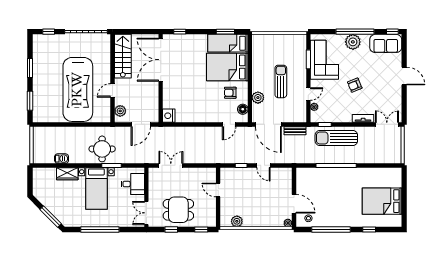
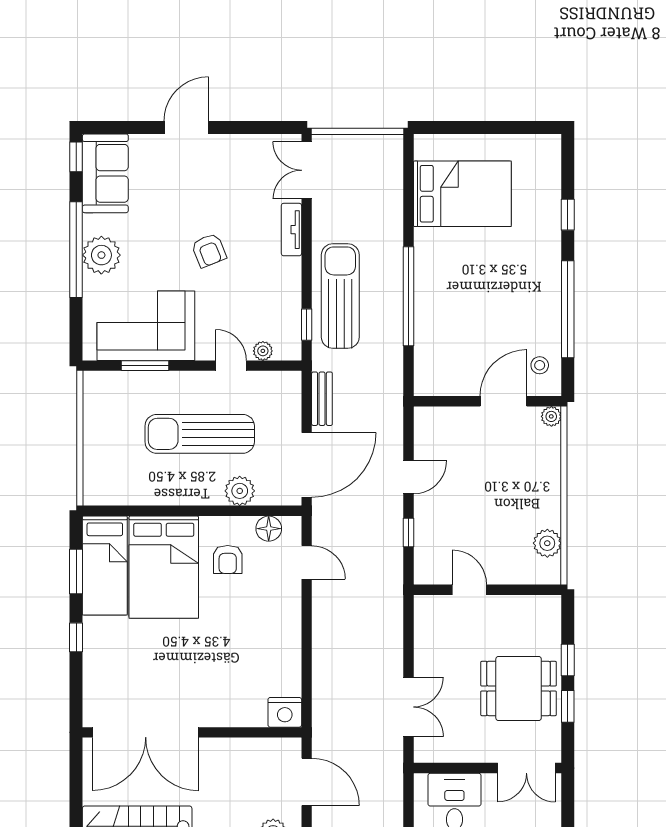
window: (180, 32) -> (76, 637), moved
sun lounger: (281, 81) -> (200, 434), width x1.36, depth x1.34
sun lounger: (336, 138) -> (340, 296), turned 180
double door: (171, 165) -> (408, 707), swing flipped
door: (218, 190) -> (469, 590), swing flipped
bed: (382, 201) -> (462, 194), moved, turned -90
dining table: (178, 210) -> (519, 688), turned 90
window: (201, 230) -> (568, 660), moved

